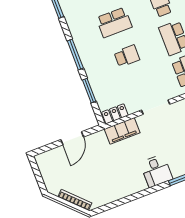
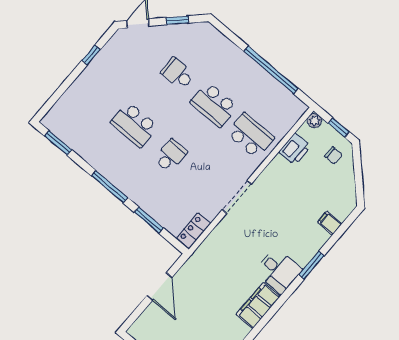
school desk: (114, 22) -> (134, 125), turned 90
filing cabinet: (122, 131) -> (258, 305), moved, turned 180

